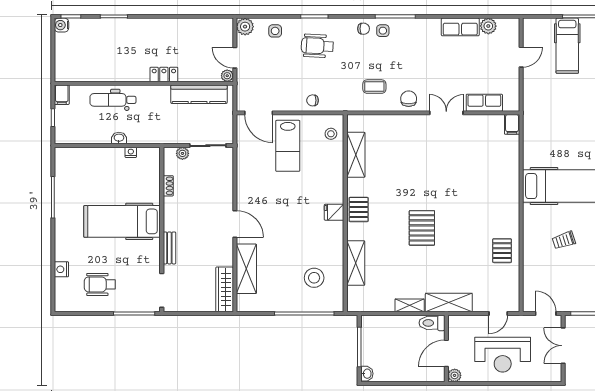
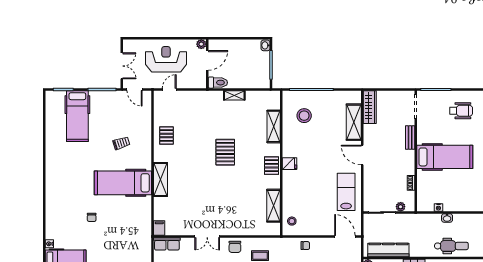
row of seats: (484, 103) -> (167, 244), moved
lab bench: (288, 146) -> (346, 192), moved
shelving: (449, 303) -> (161, 179), moved, turned 90

